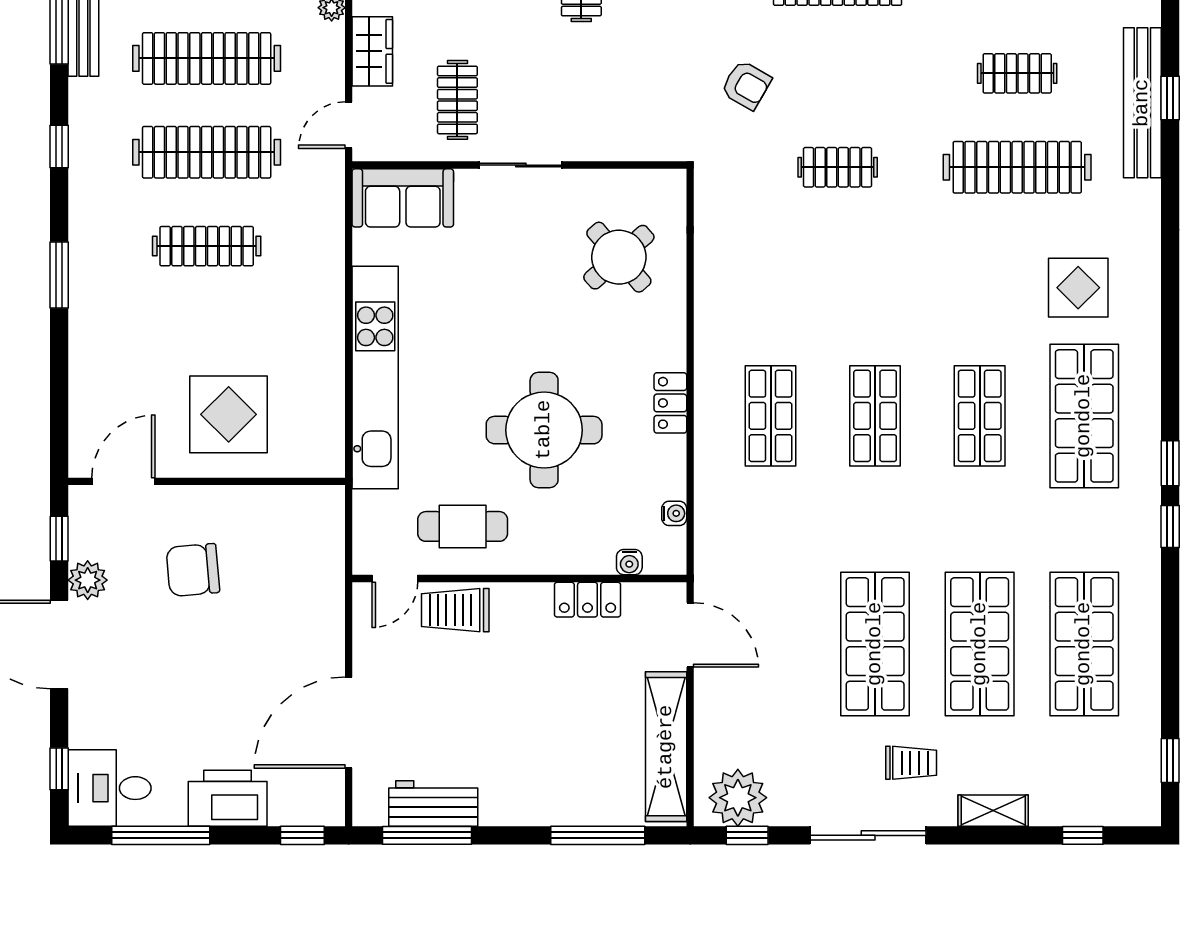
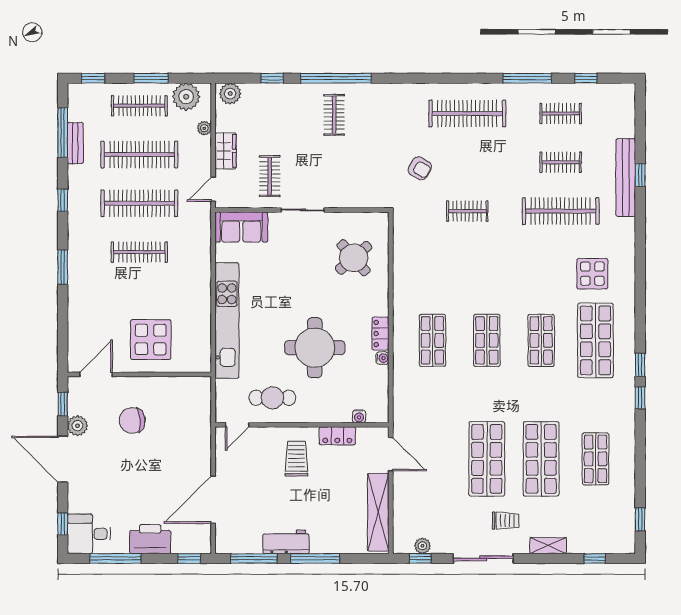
water cooler: (674, 513) -> (382, 358), moved
trolley: (455, 610) -> (296, 459), moved, turned 90
shop shelf: (1084, 644) -> (596, 459), width x0.70, depth x0.74
plant: (738, 798) -> (422, 546), width x0.53, depth x0.53
workbench: (433, 804) -> (286, 542), moved
window: (598, 835) -> (315, 558), moved

